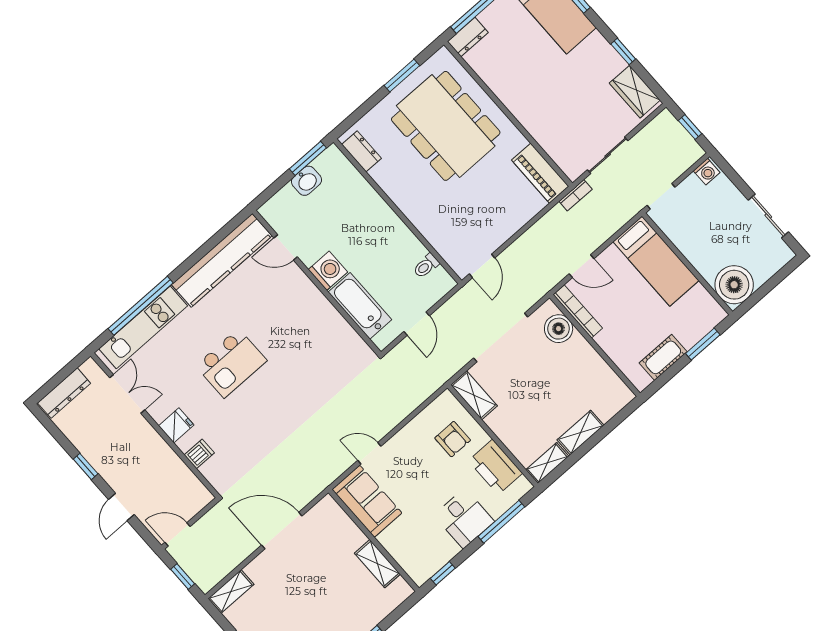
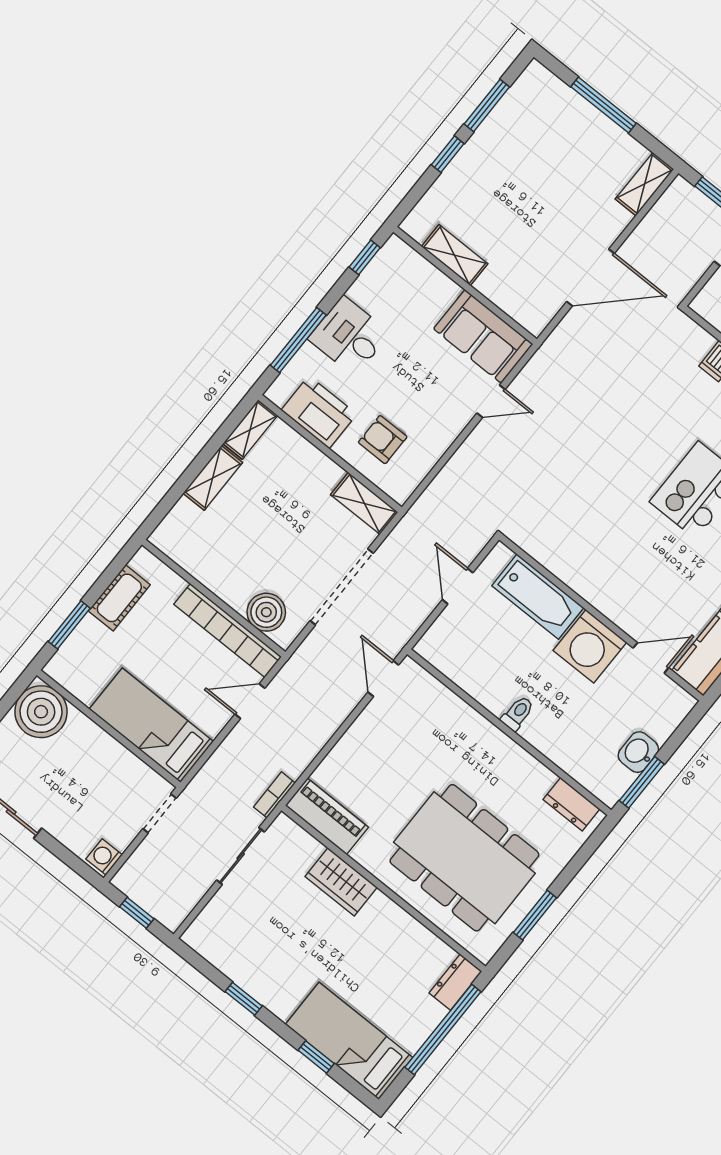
wardrobe: (635, 92) -> (341, 882), moved, turned 180
toilet: (426, 266) -> (517, 713), moved
washing machine: (328, 271) -> (590, 646), width x1.37, depth x1.37
bookcase: (578, 311) -> (228, 630), width x1.48, depth x1.31

